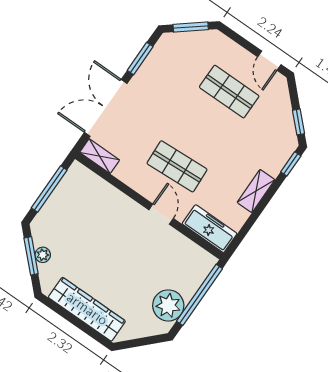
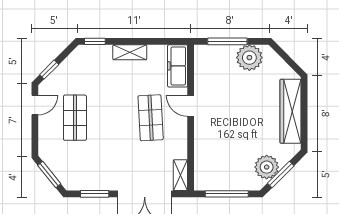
window: (299, 122) -> (49, 70), moved
door: (161, 214) -> (191, 106), hinge flipped
plant: (43, 255) -> (267, 167), width x1.87, depth x1.87
window: (199, 295) -> (227, 41), width x0.68

